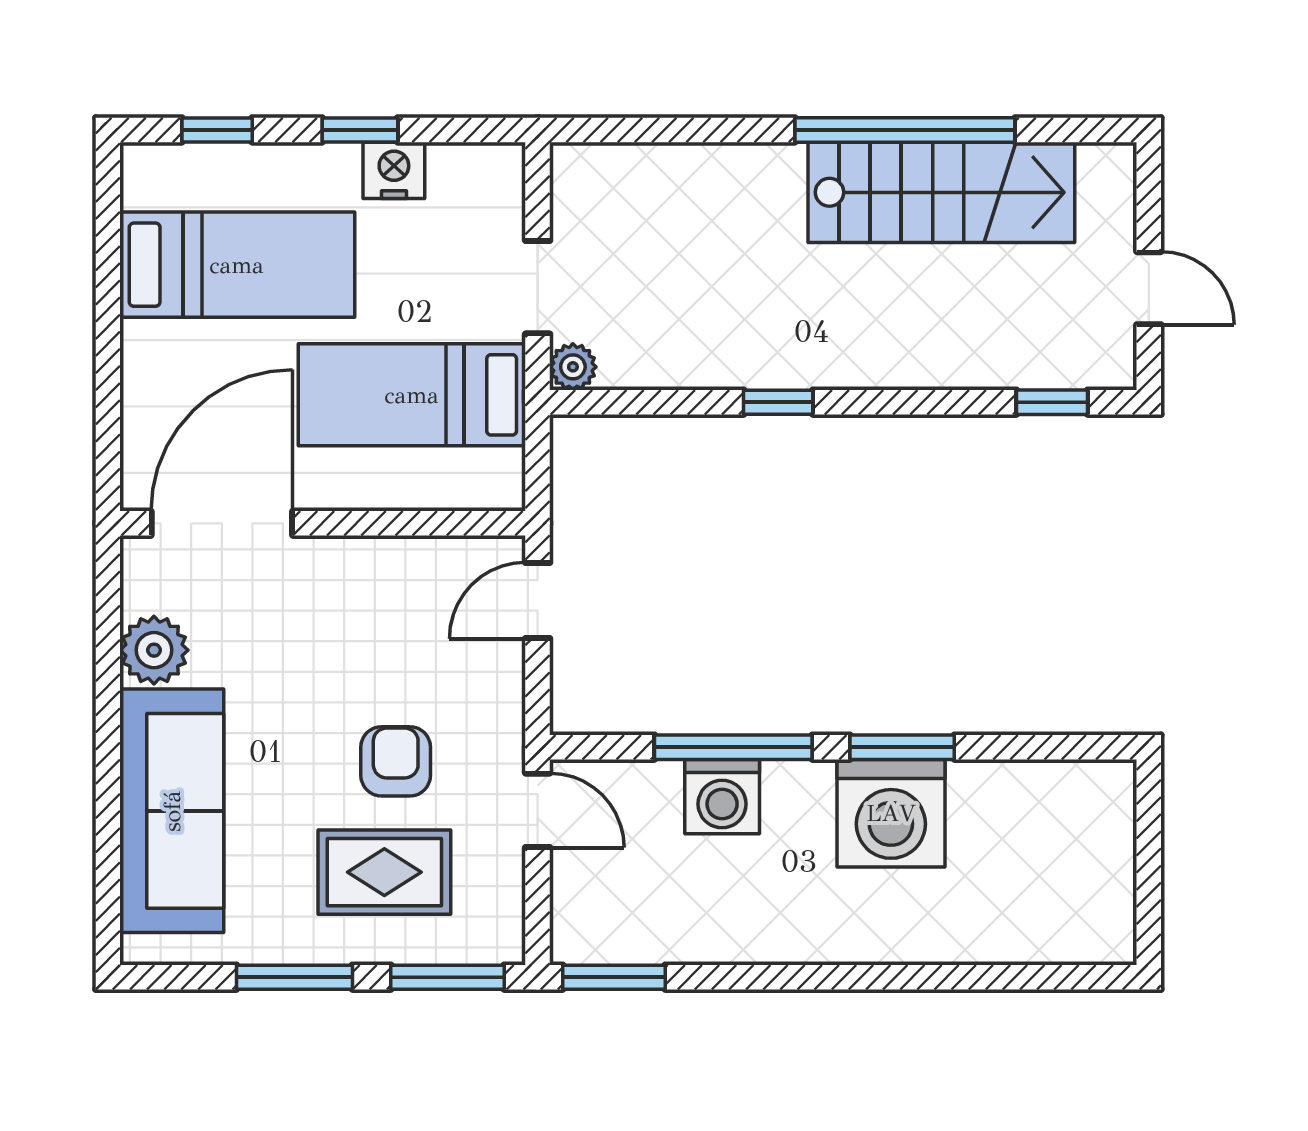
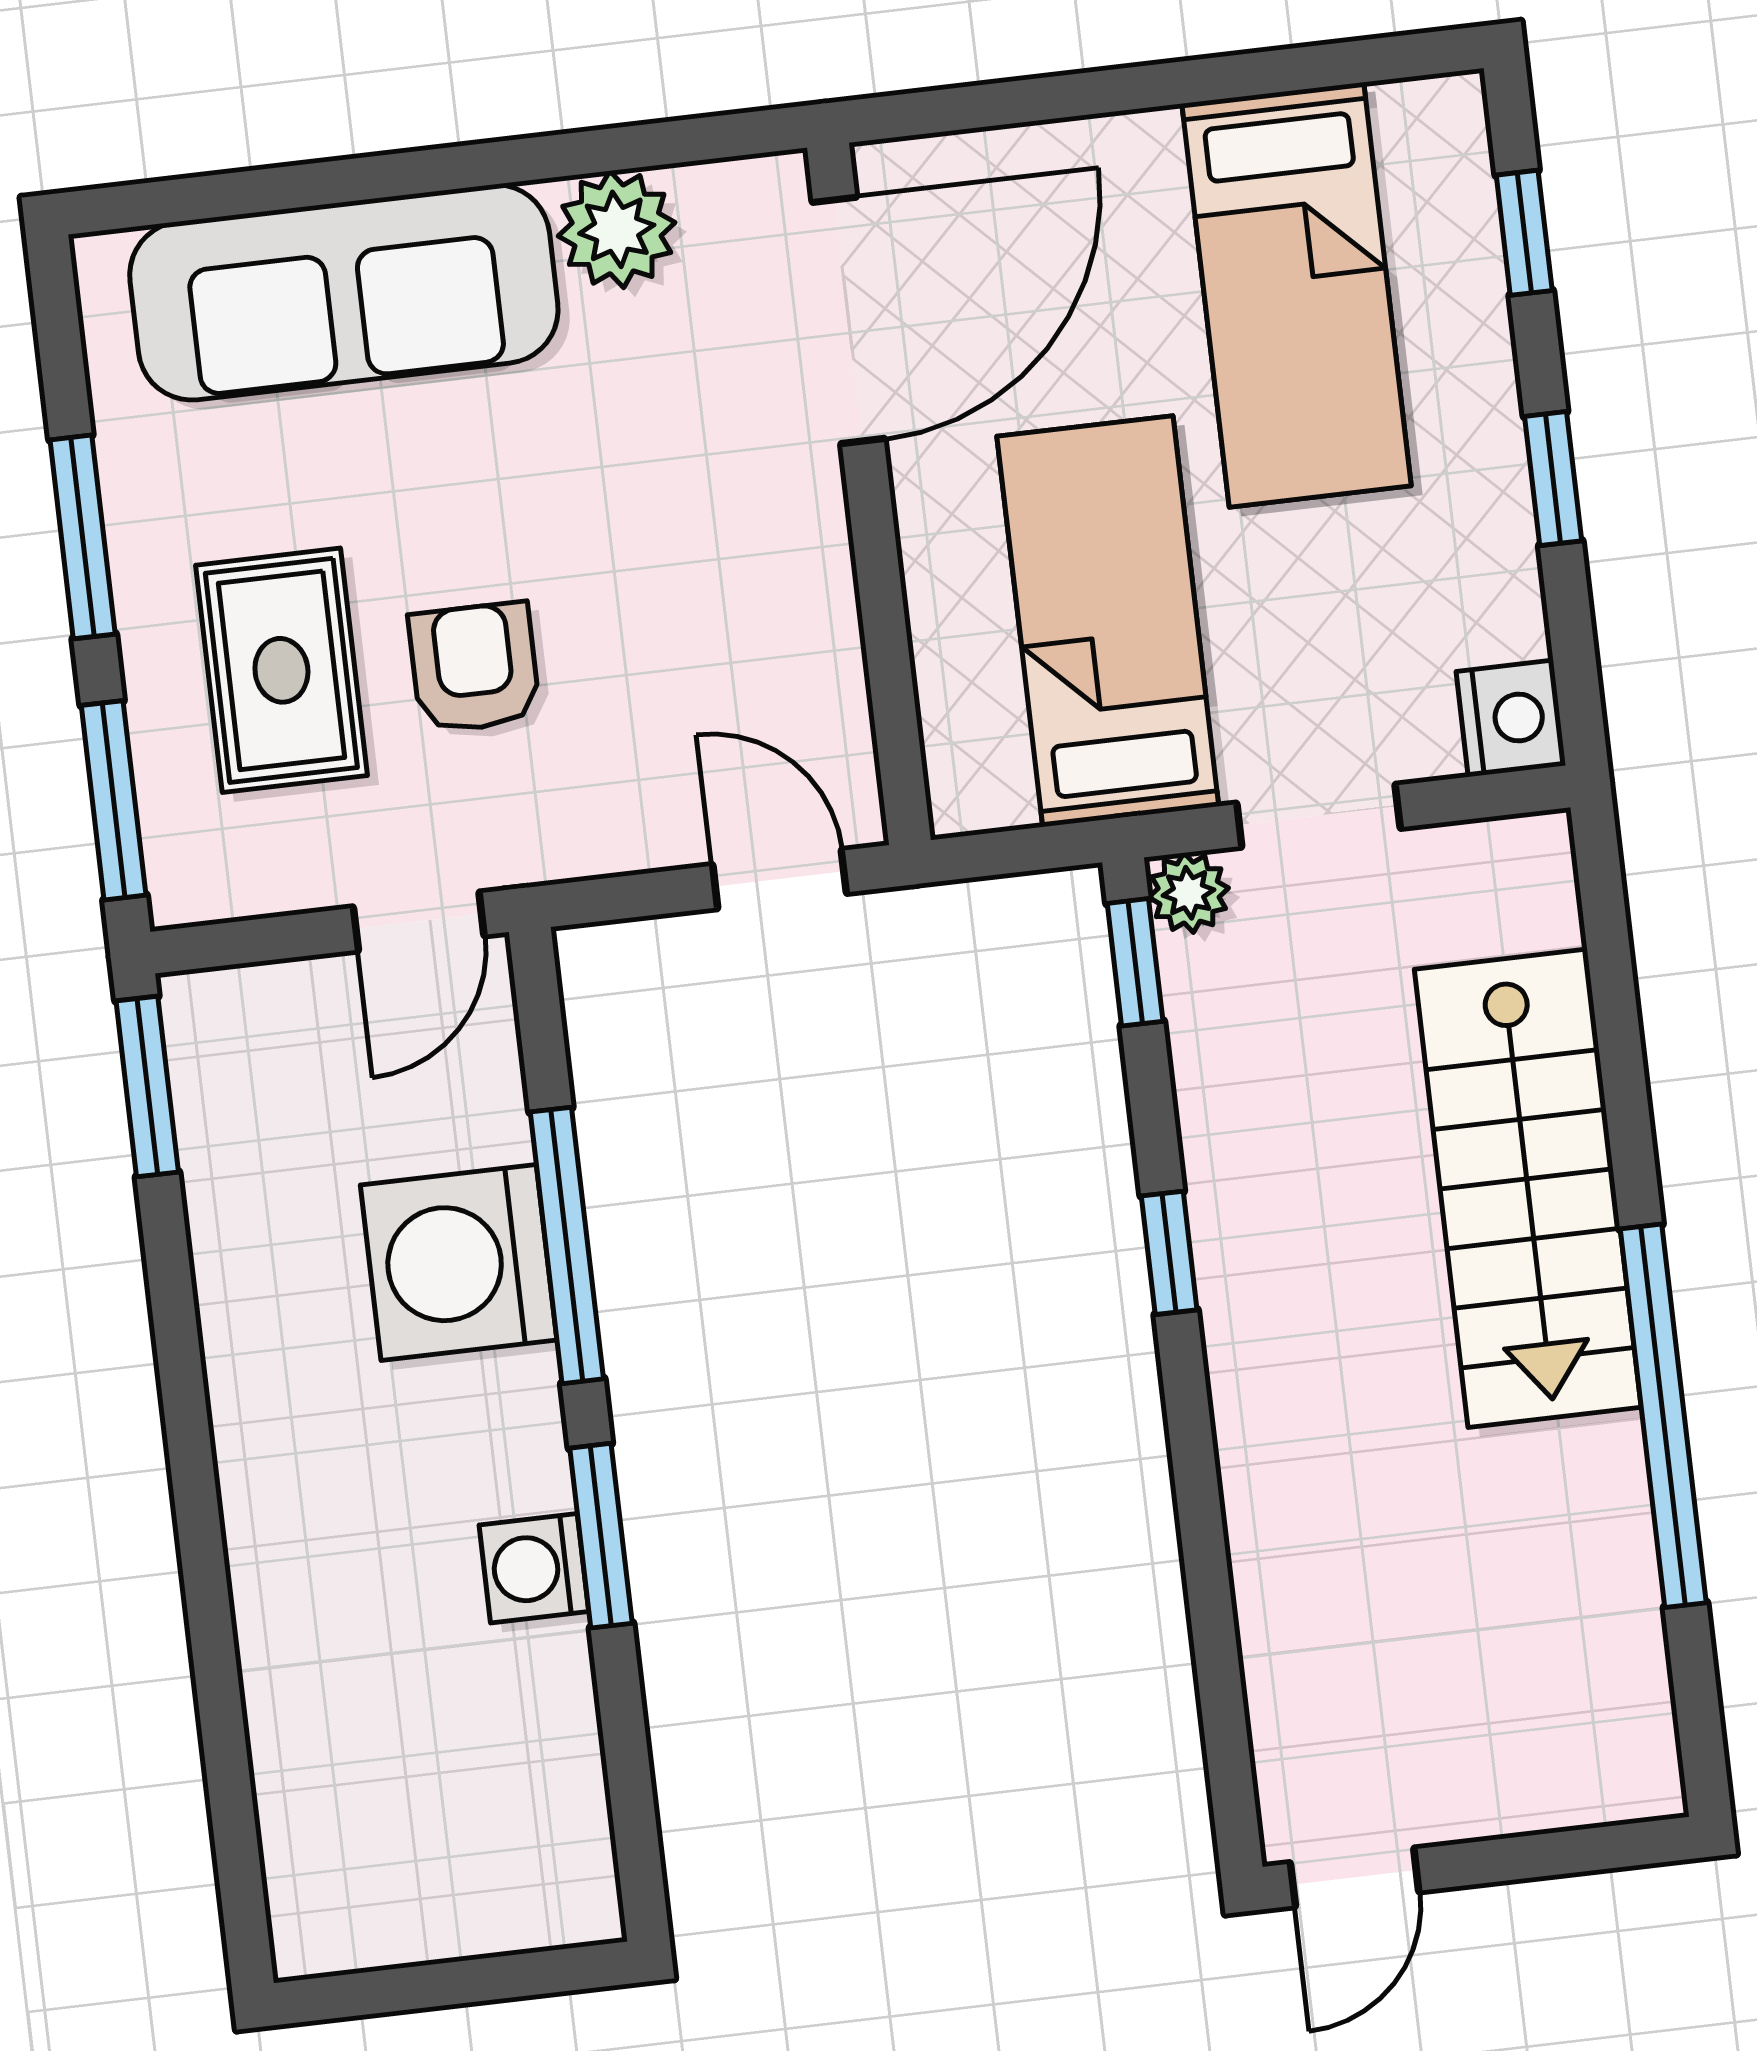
nightstand: (394, 170) -> (1511, 718), moved
stairs: (941, 192) -> (1528, 1188), moved
door: (1149, 288) -> (1355, 1877), moved
window: (1052, 402) -> (1135, 962), moved
door: (222, 523) -> (849, 320), hinge flipped
armchair: (396, 761) -> (474, 667), turned -90
washing machine: (722, 797) -> (459, 1263), width x1.37, depth x1.37
washing machine: (891, 813) -> (534, 1568), width x0.53, depth x0.53

